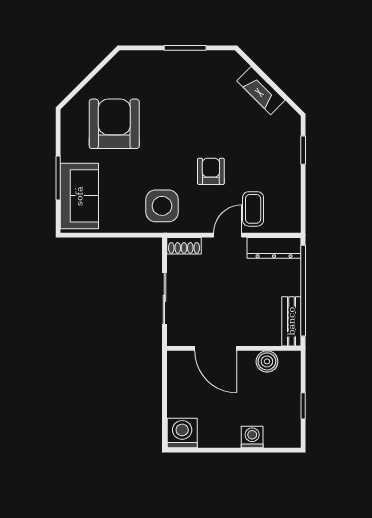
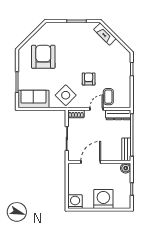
fireplace: (261, 91) -> (105, 34), moved
sofa: (79, 196) -> (33, 99), moved, turned -90
side table: (162, 206) -> (66, 95), turned 45
door: (216, 348) -> (91, 162), swing flipped
boiler: (267, 361) -> (126, 168), moved
washing machine: (252, 437) -> (103, 199), width x1.89, depth x1.89

